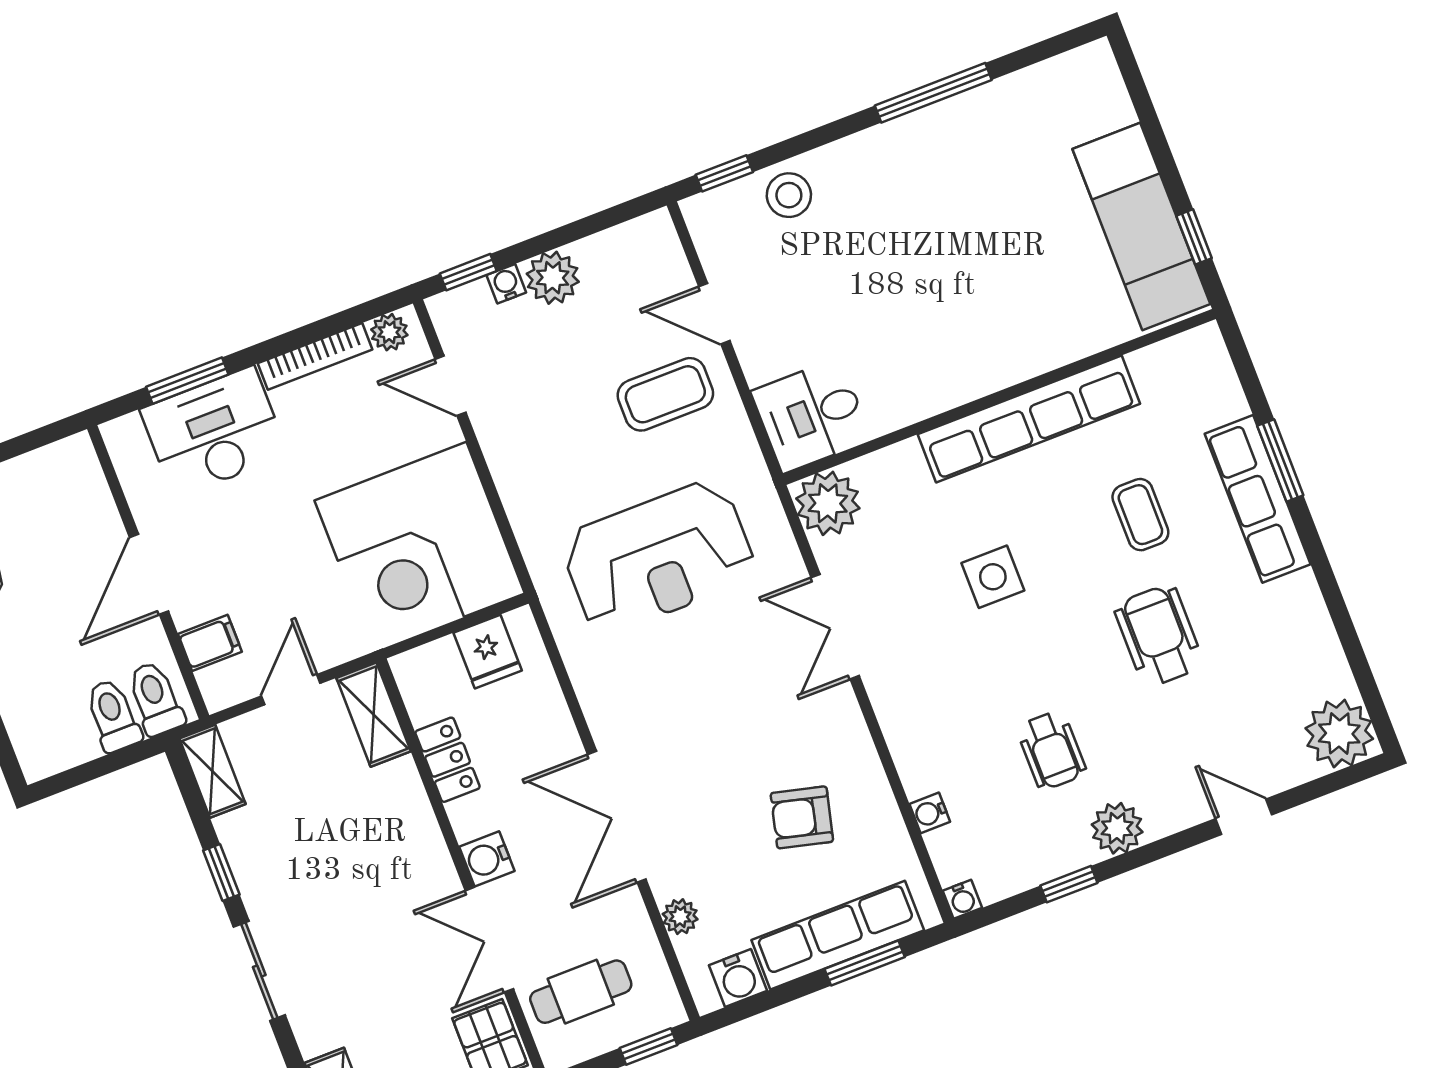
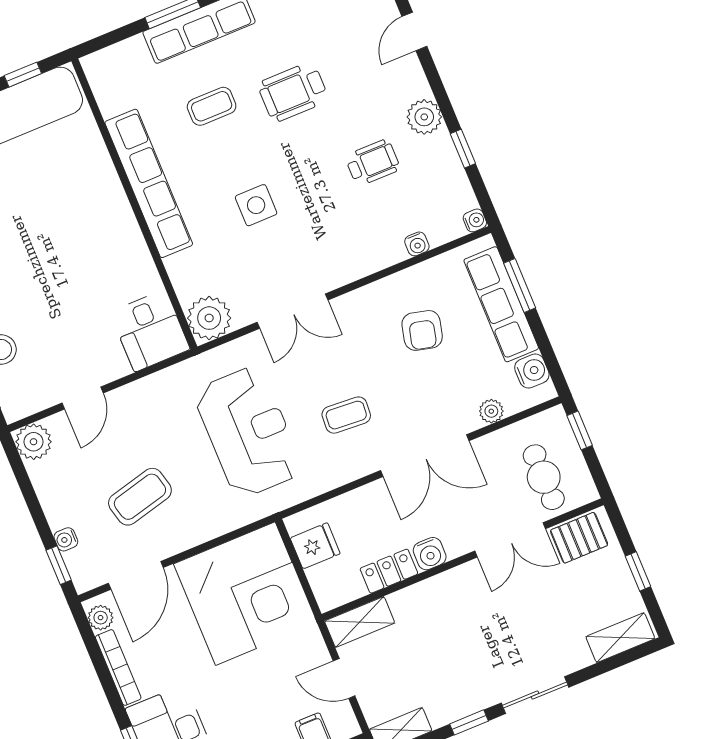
plant: (553, 278) -> (34, 442), moved
door: (451, 386) -> (136, 575), width x1.38
coffee table: (665, 394) -> (140, 497), moved, turned 76
coffee table: (680, 702) -> (346, 415), added
water cooler: (487, 859) -> (430, 554), moved

